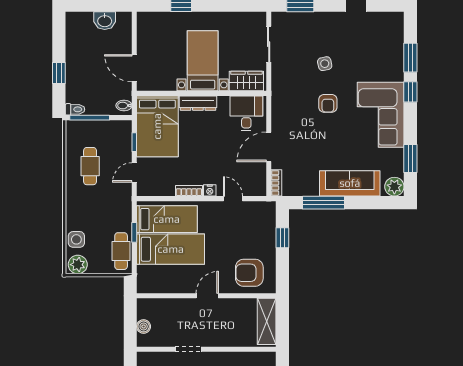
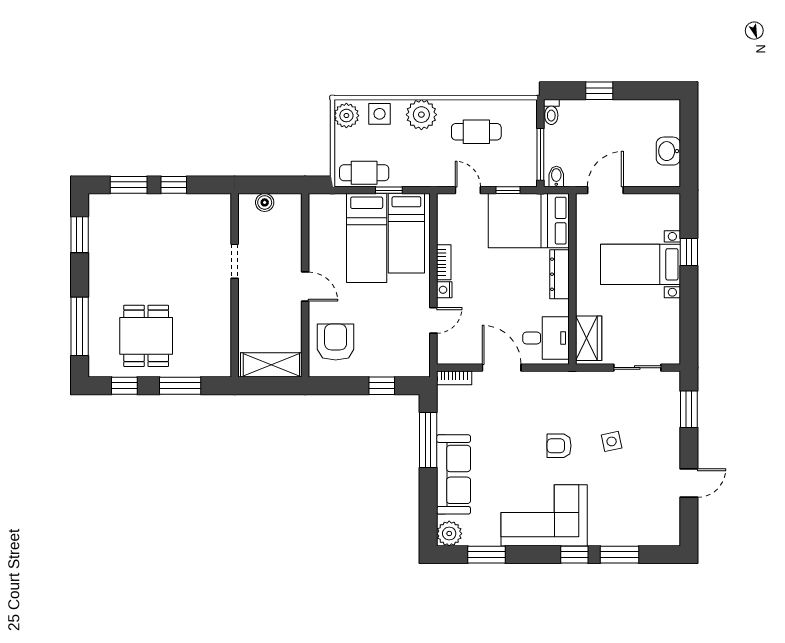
bed with nightstands: (203, 61) -> (641, 264), moved, turned 180
window: (90, 118) -> (540, 154), moved
plant: (77, 208) -> (421, 115), added

